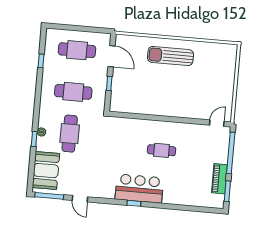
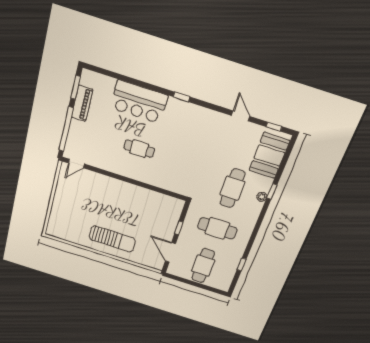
cafe table: (77, 50) -> (203, 266), turned 90
bar counter: (139, 189) -> (139, 102), moved
window: (49, 196) -> (274, 127), width x0.46

